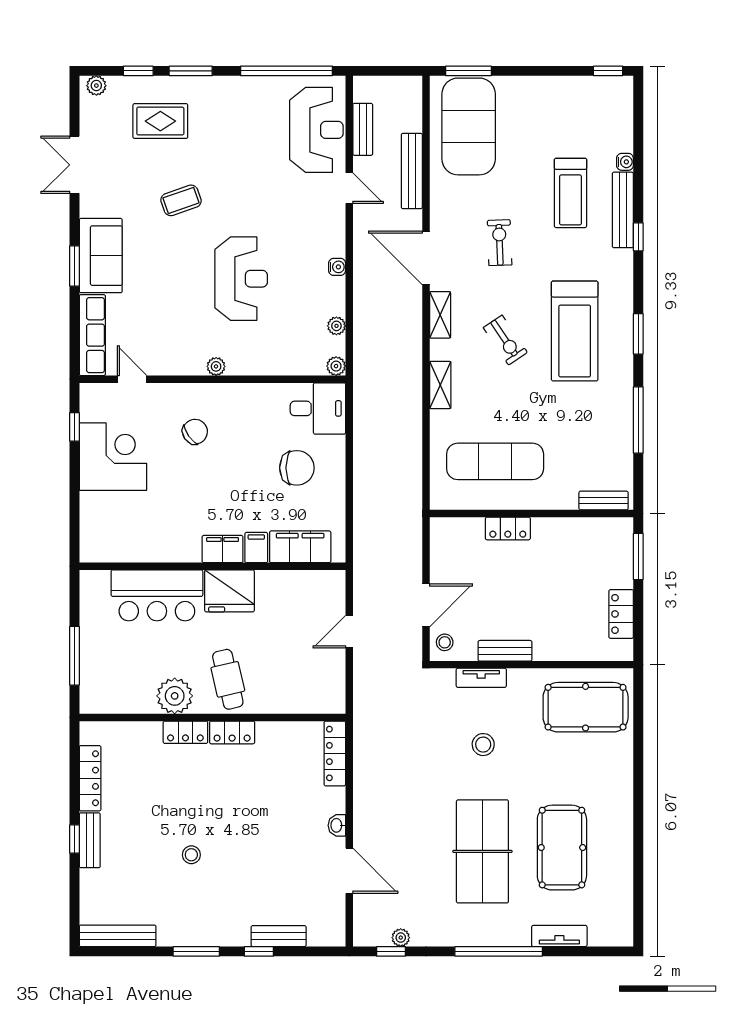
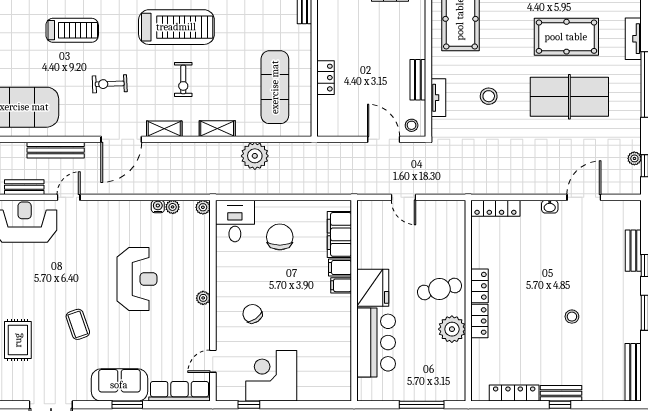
water cooler: (337, 267) -> (158, 207), moved
reception desk: (241, 279) -> (137, 279), turned 90
exercise bike: (505, 340) -> (183, 79), turned 124
plant: (404, 435) -> (255, 156), added
filing cabinet: (223, 549) -> (341, 285), width x0.50

